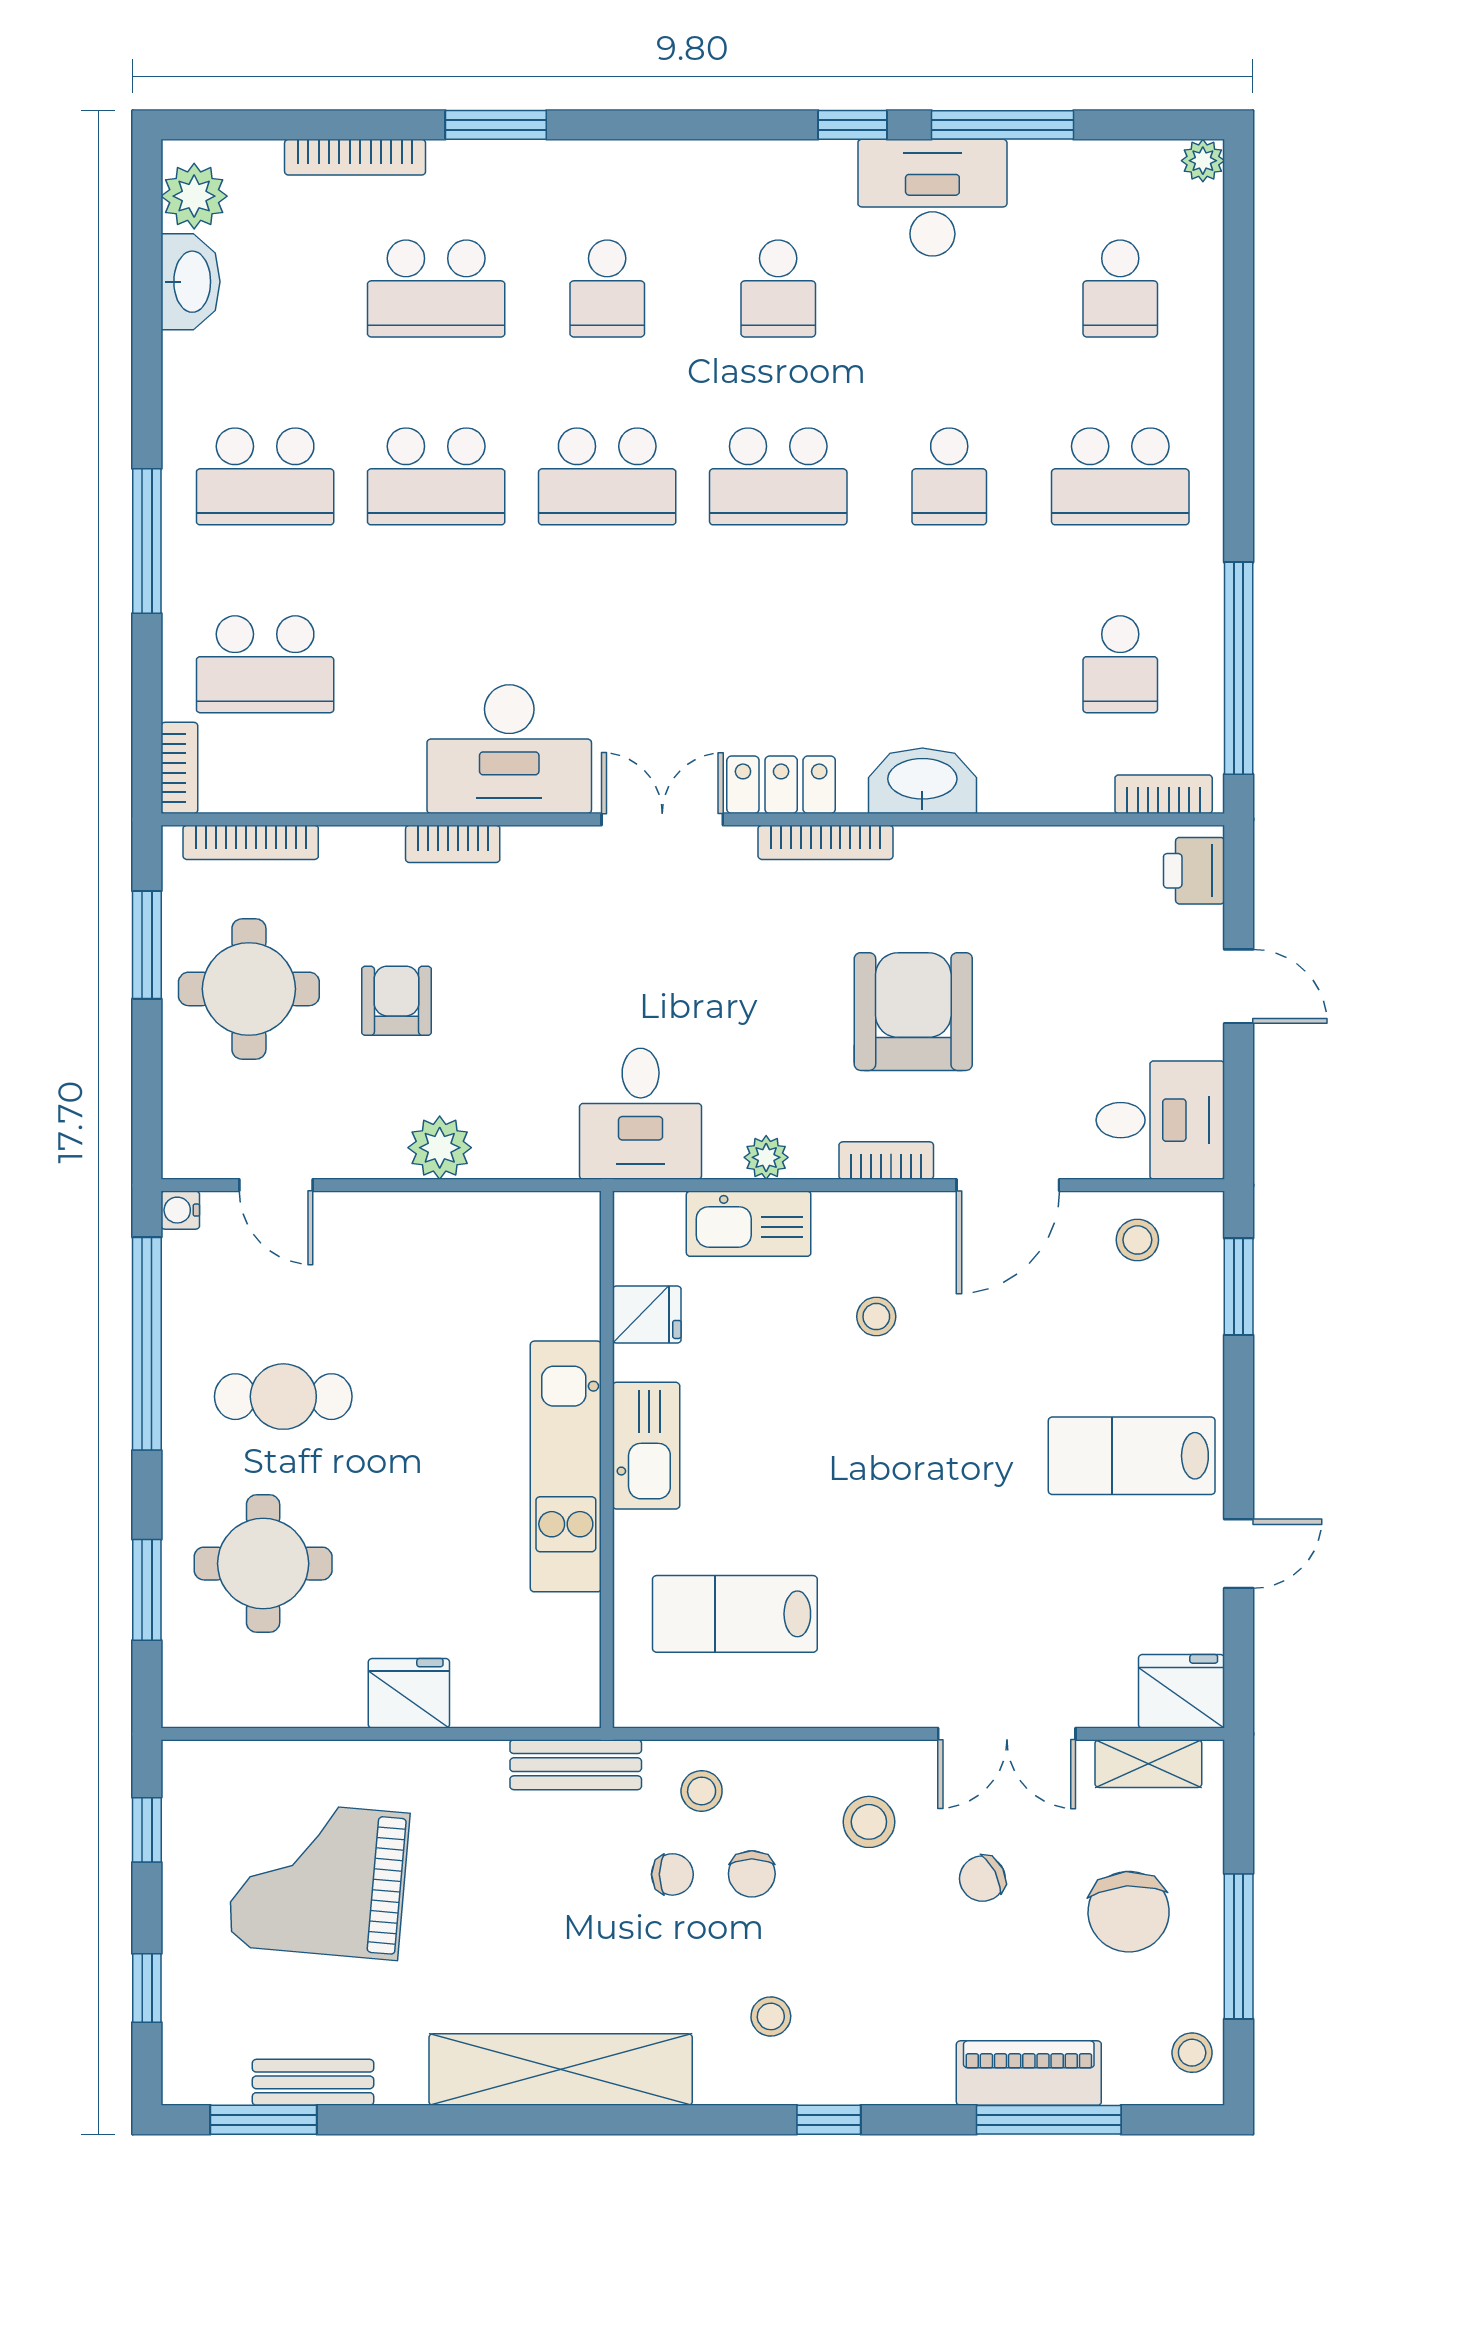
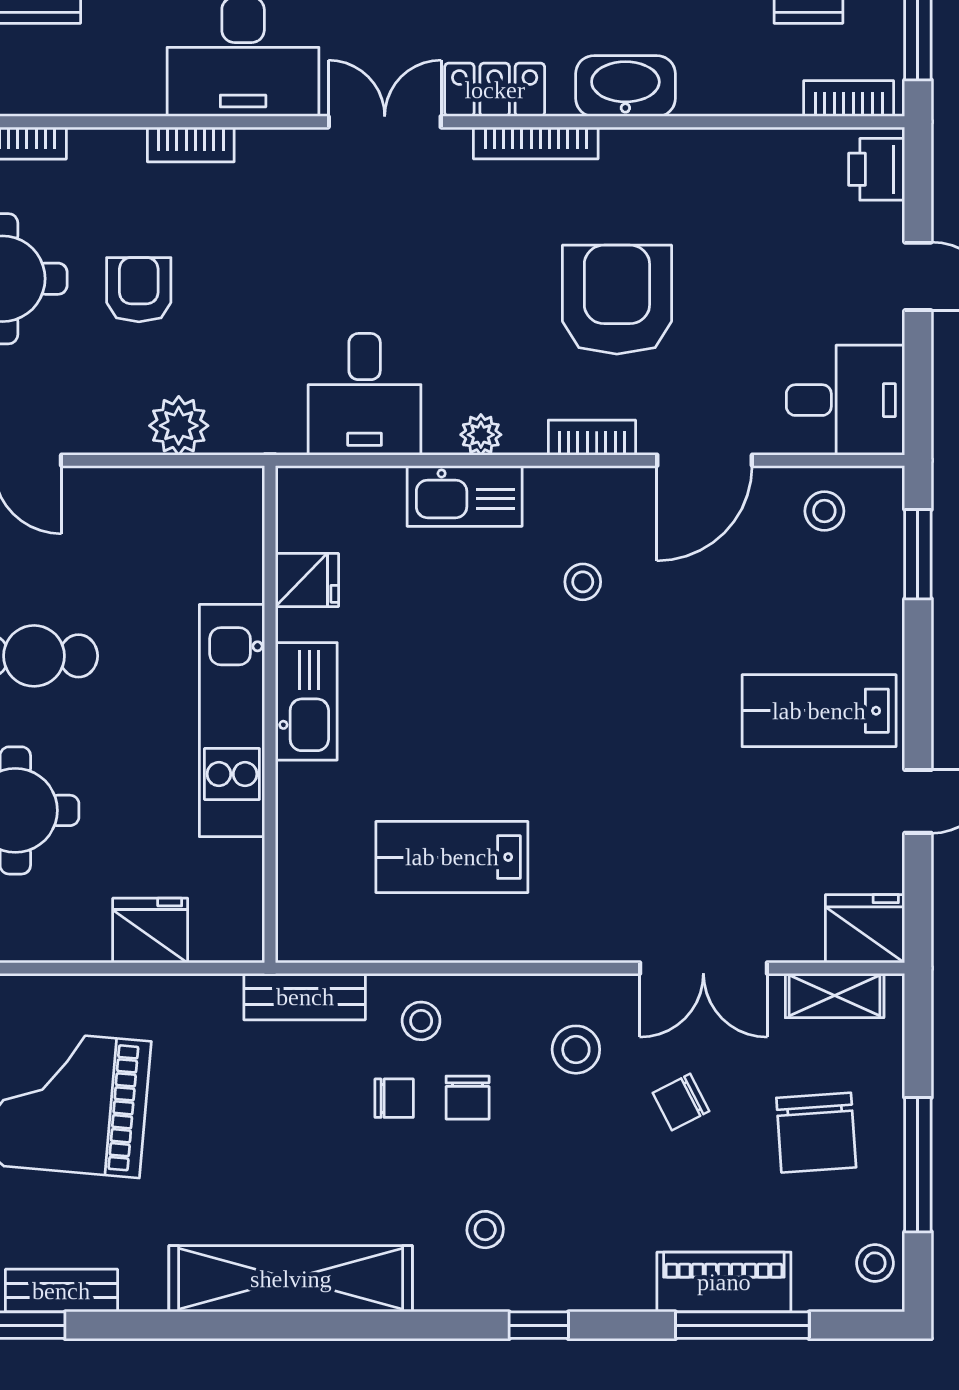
fridge: (647, 1315) -> (307, 580), moved
kitchen sink: (646, 1446) -> (306, 701), moved
wall: (607, 1460) -> (270, 714), moved
kitchen unit: (566, 1466) -> (232, 721), moved

